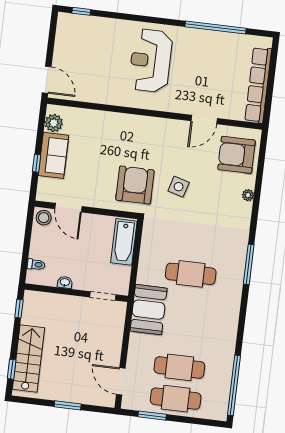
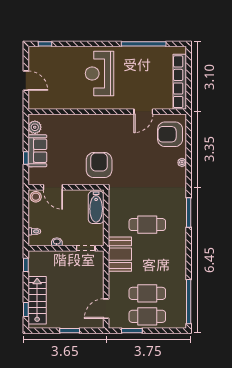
door: (47, 80) -> (26, 81), moved
side table: (179, 187) -> (131, 162), removed
door: (121, 381) -> (106, 309), hinge flipped

